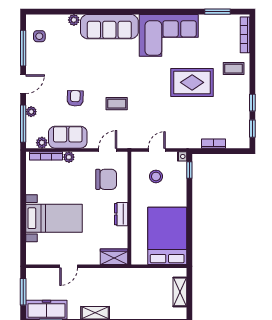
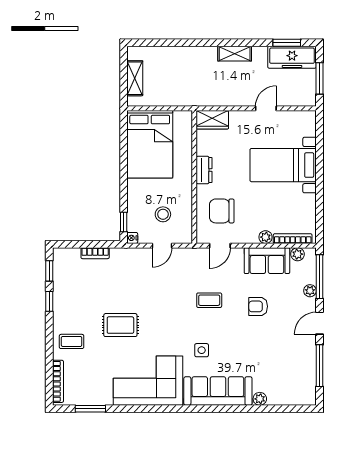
side table: (39, 36) -> (202, 350), moved
rug: (192, 82) -> (120, 325), width x0.73, depth x0.70
armchair: (75, 98) -> (258, 306), turned 88

